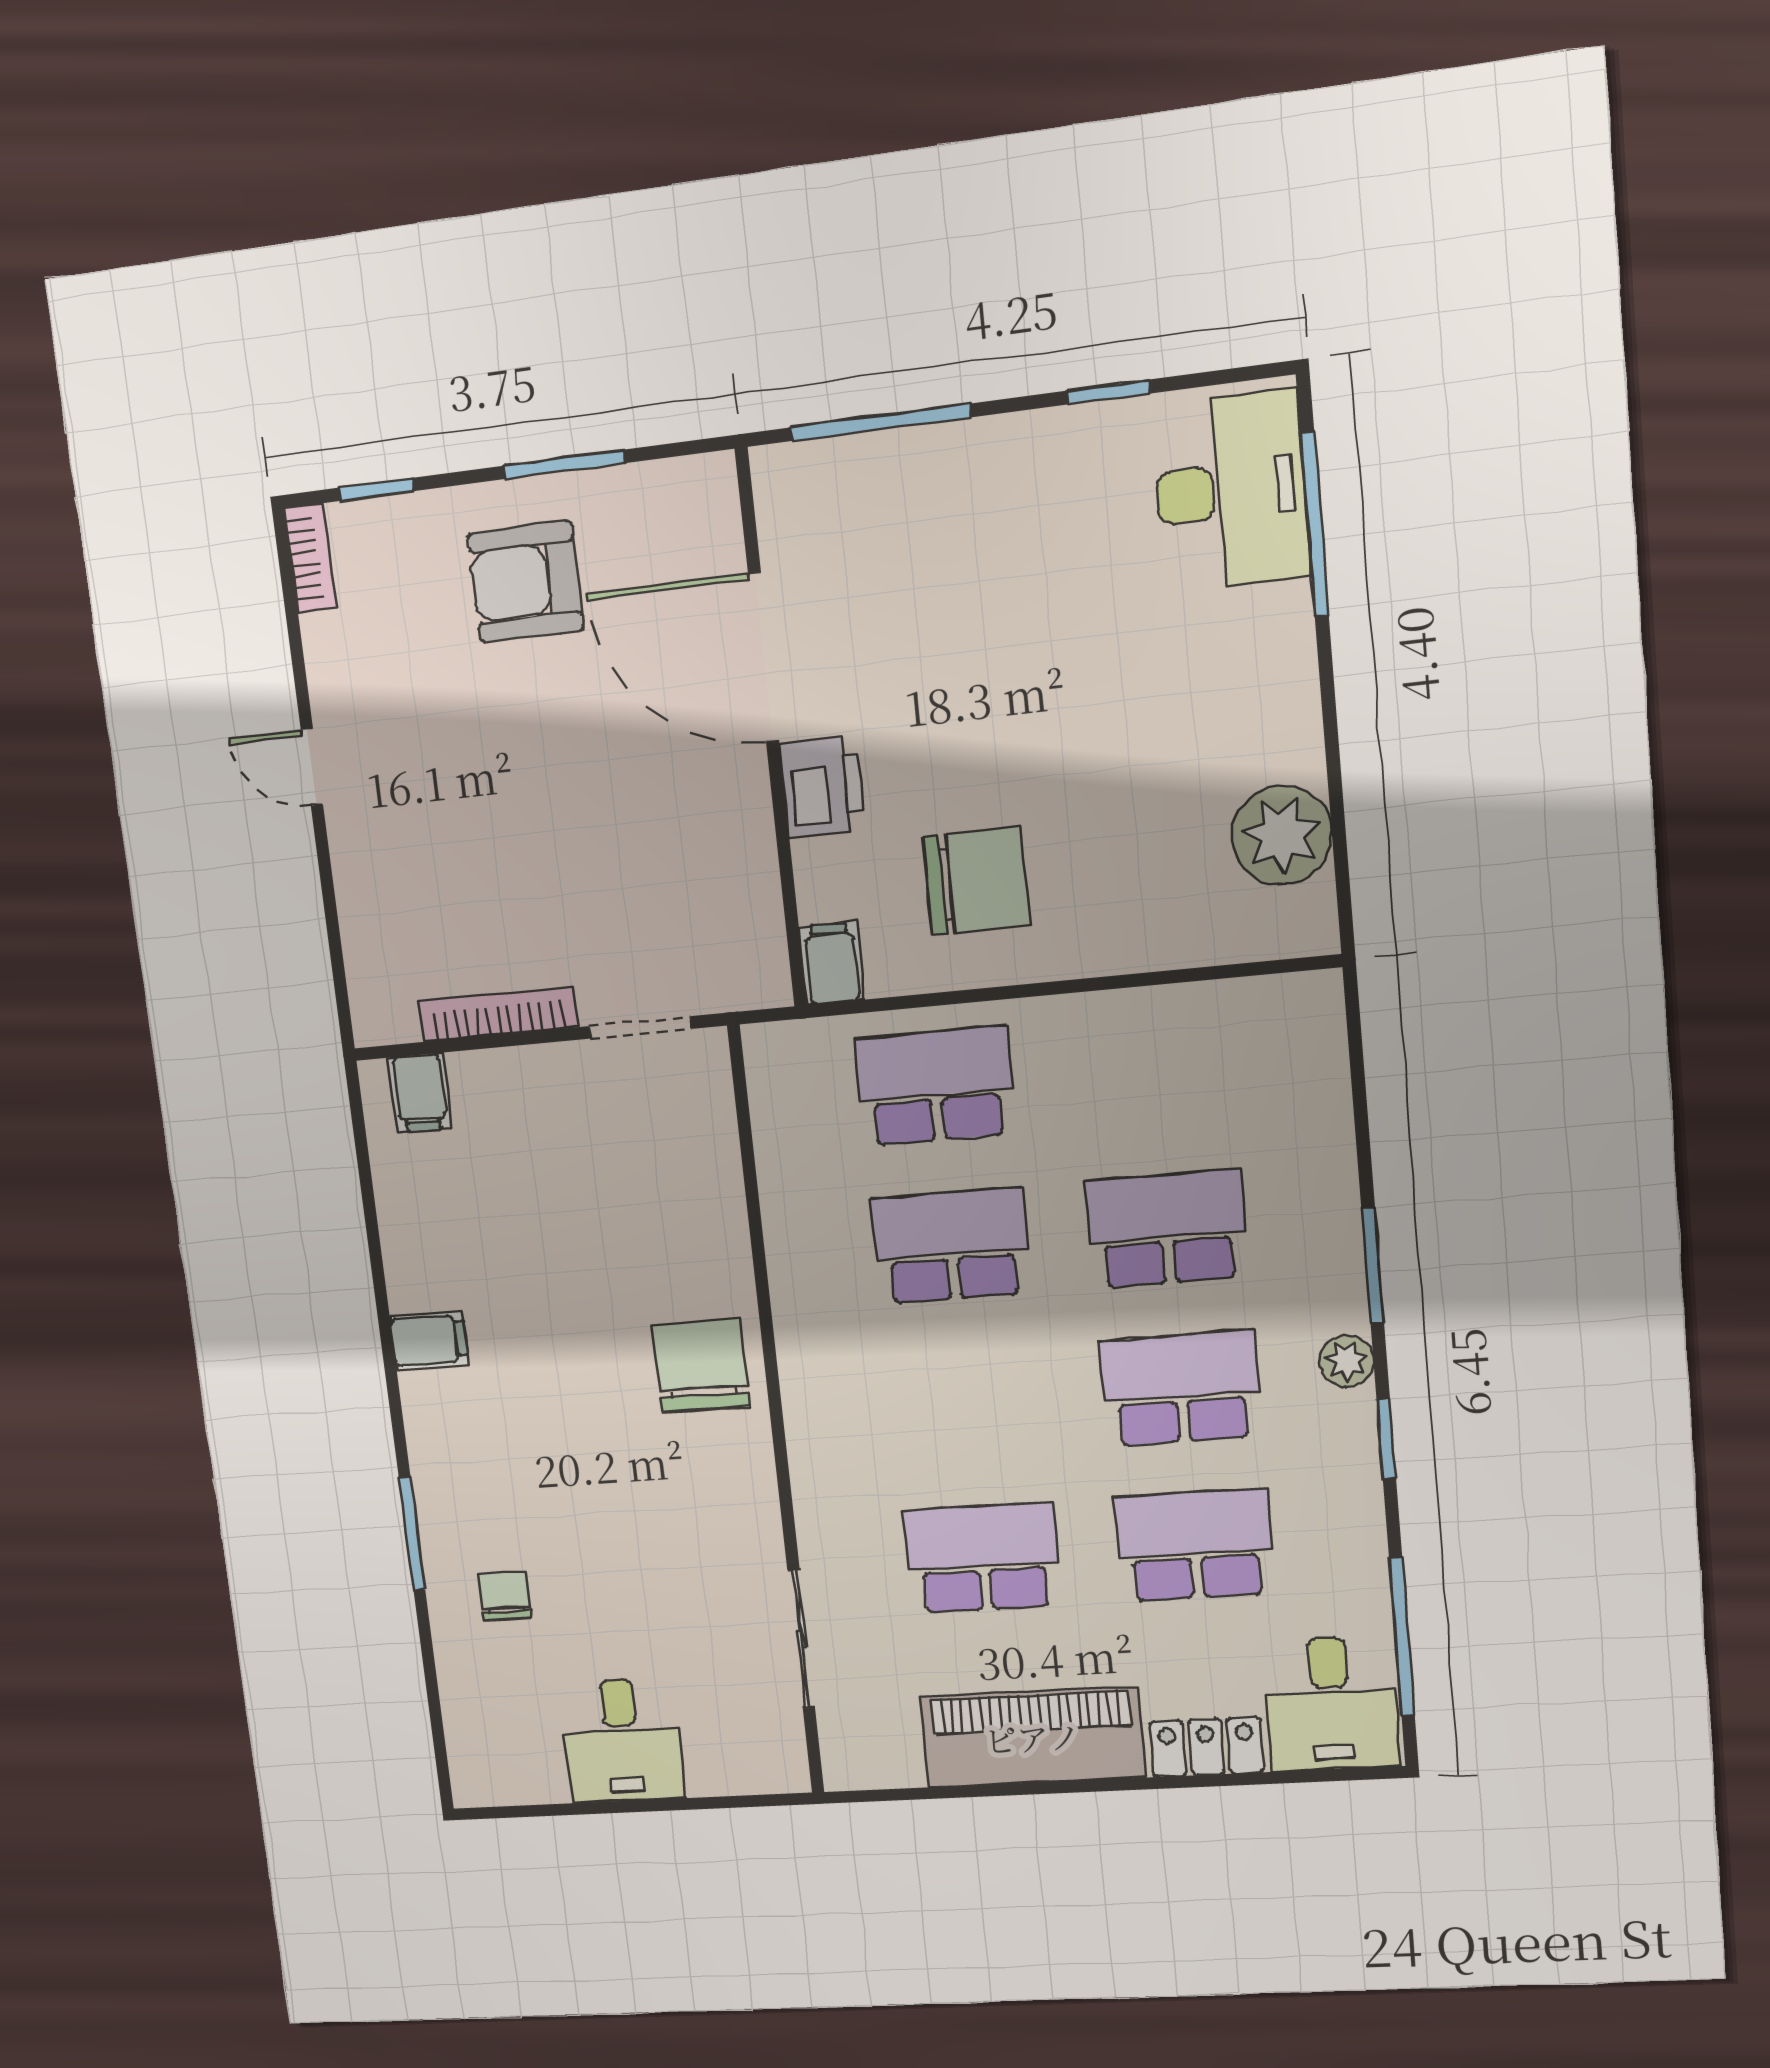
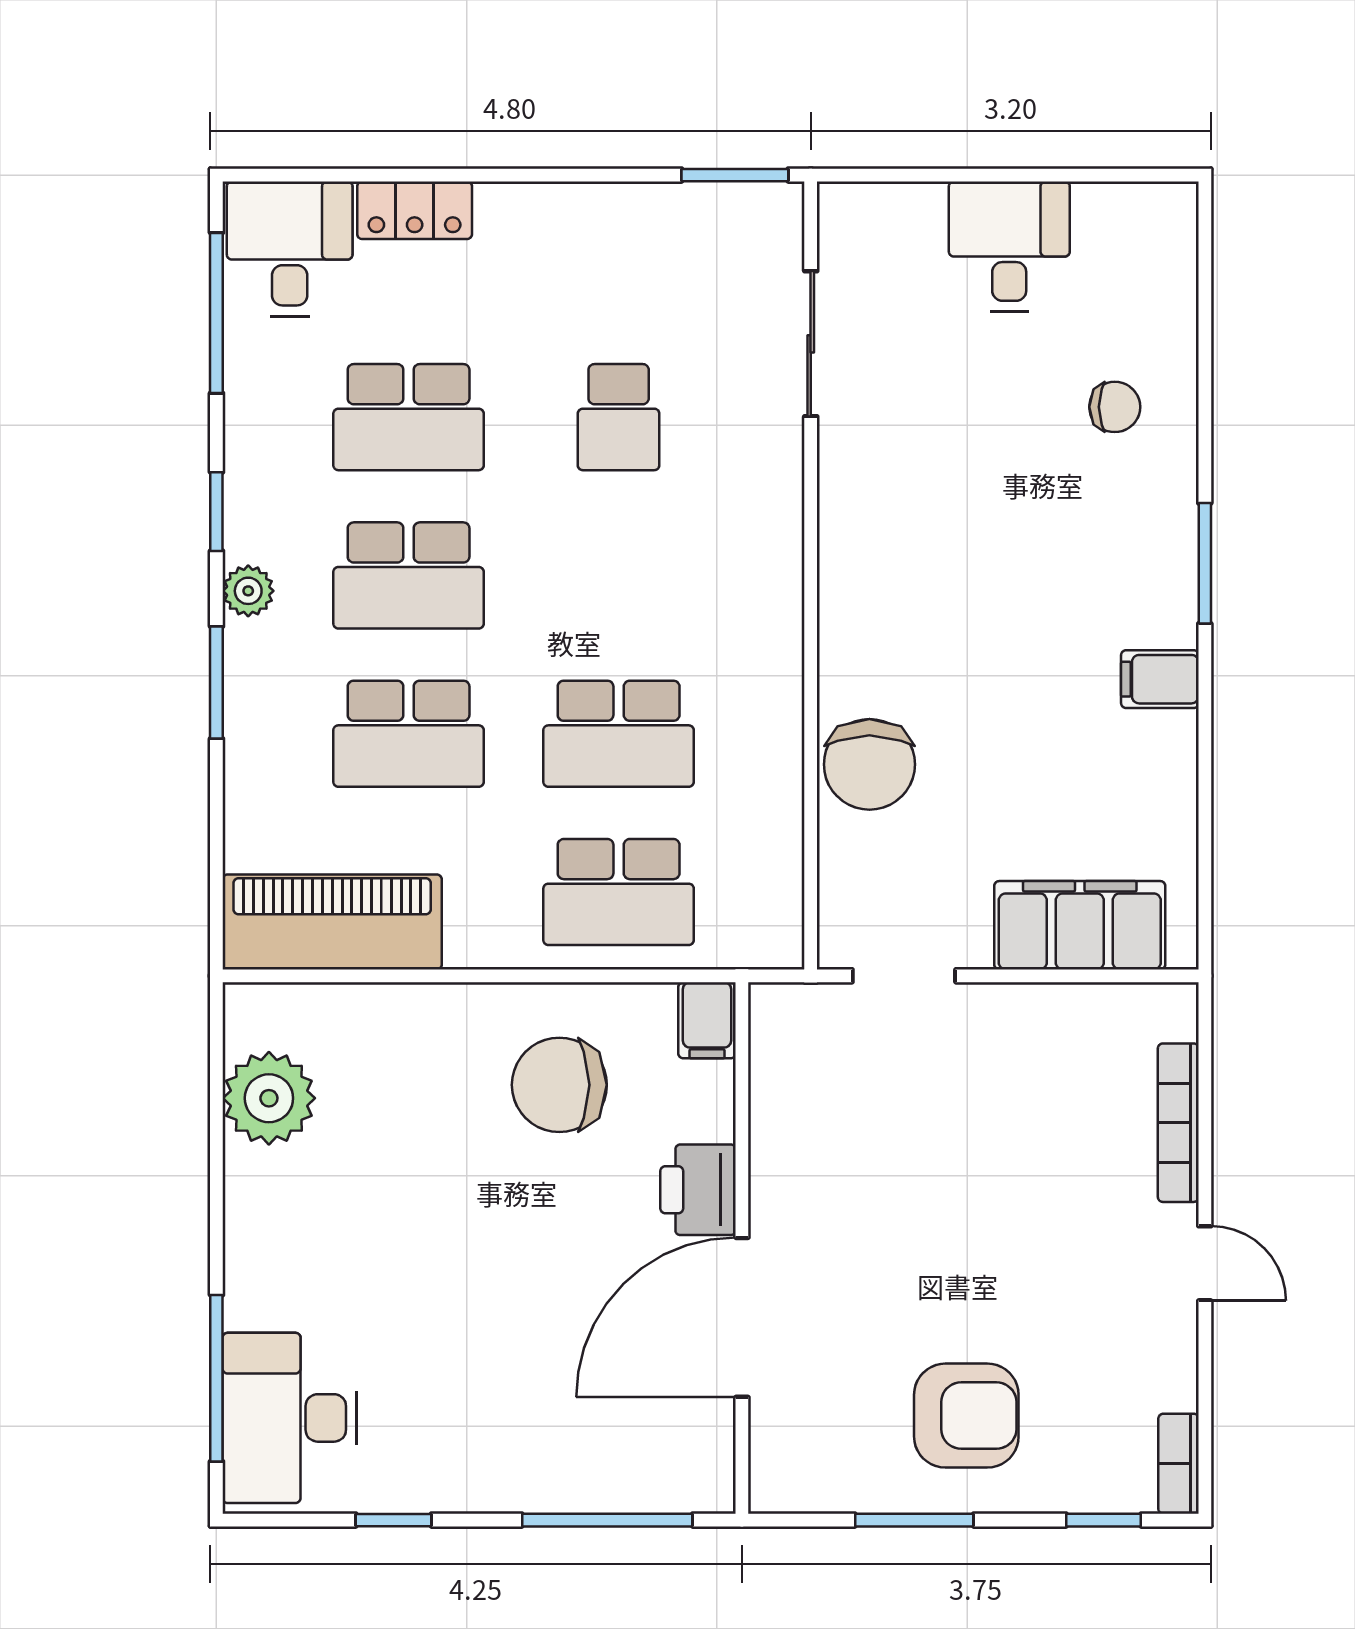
door: (764, 658) -> (742, 1317), swing flipped
bookcase: (498, 1014) -> (1178, 1123), moved, turned 90
filing cabinet: (420, 1093) -> (1080, 925), width x3.00, depth x1.17
chair: (701, 1366) -> (869, 764), moved
window: (412, 1534) -> (1205, 563), moved
school desk: (983, 1558) -> (619, 417), width x0.54
chair: (505, 1596) -> (1115, 407), turned -90
piano: (1033, 1737) -> (332, 922), moved, turned 180
window: (892, 1795) -> (735, 175), added

